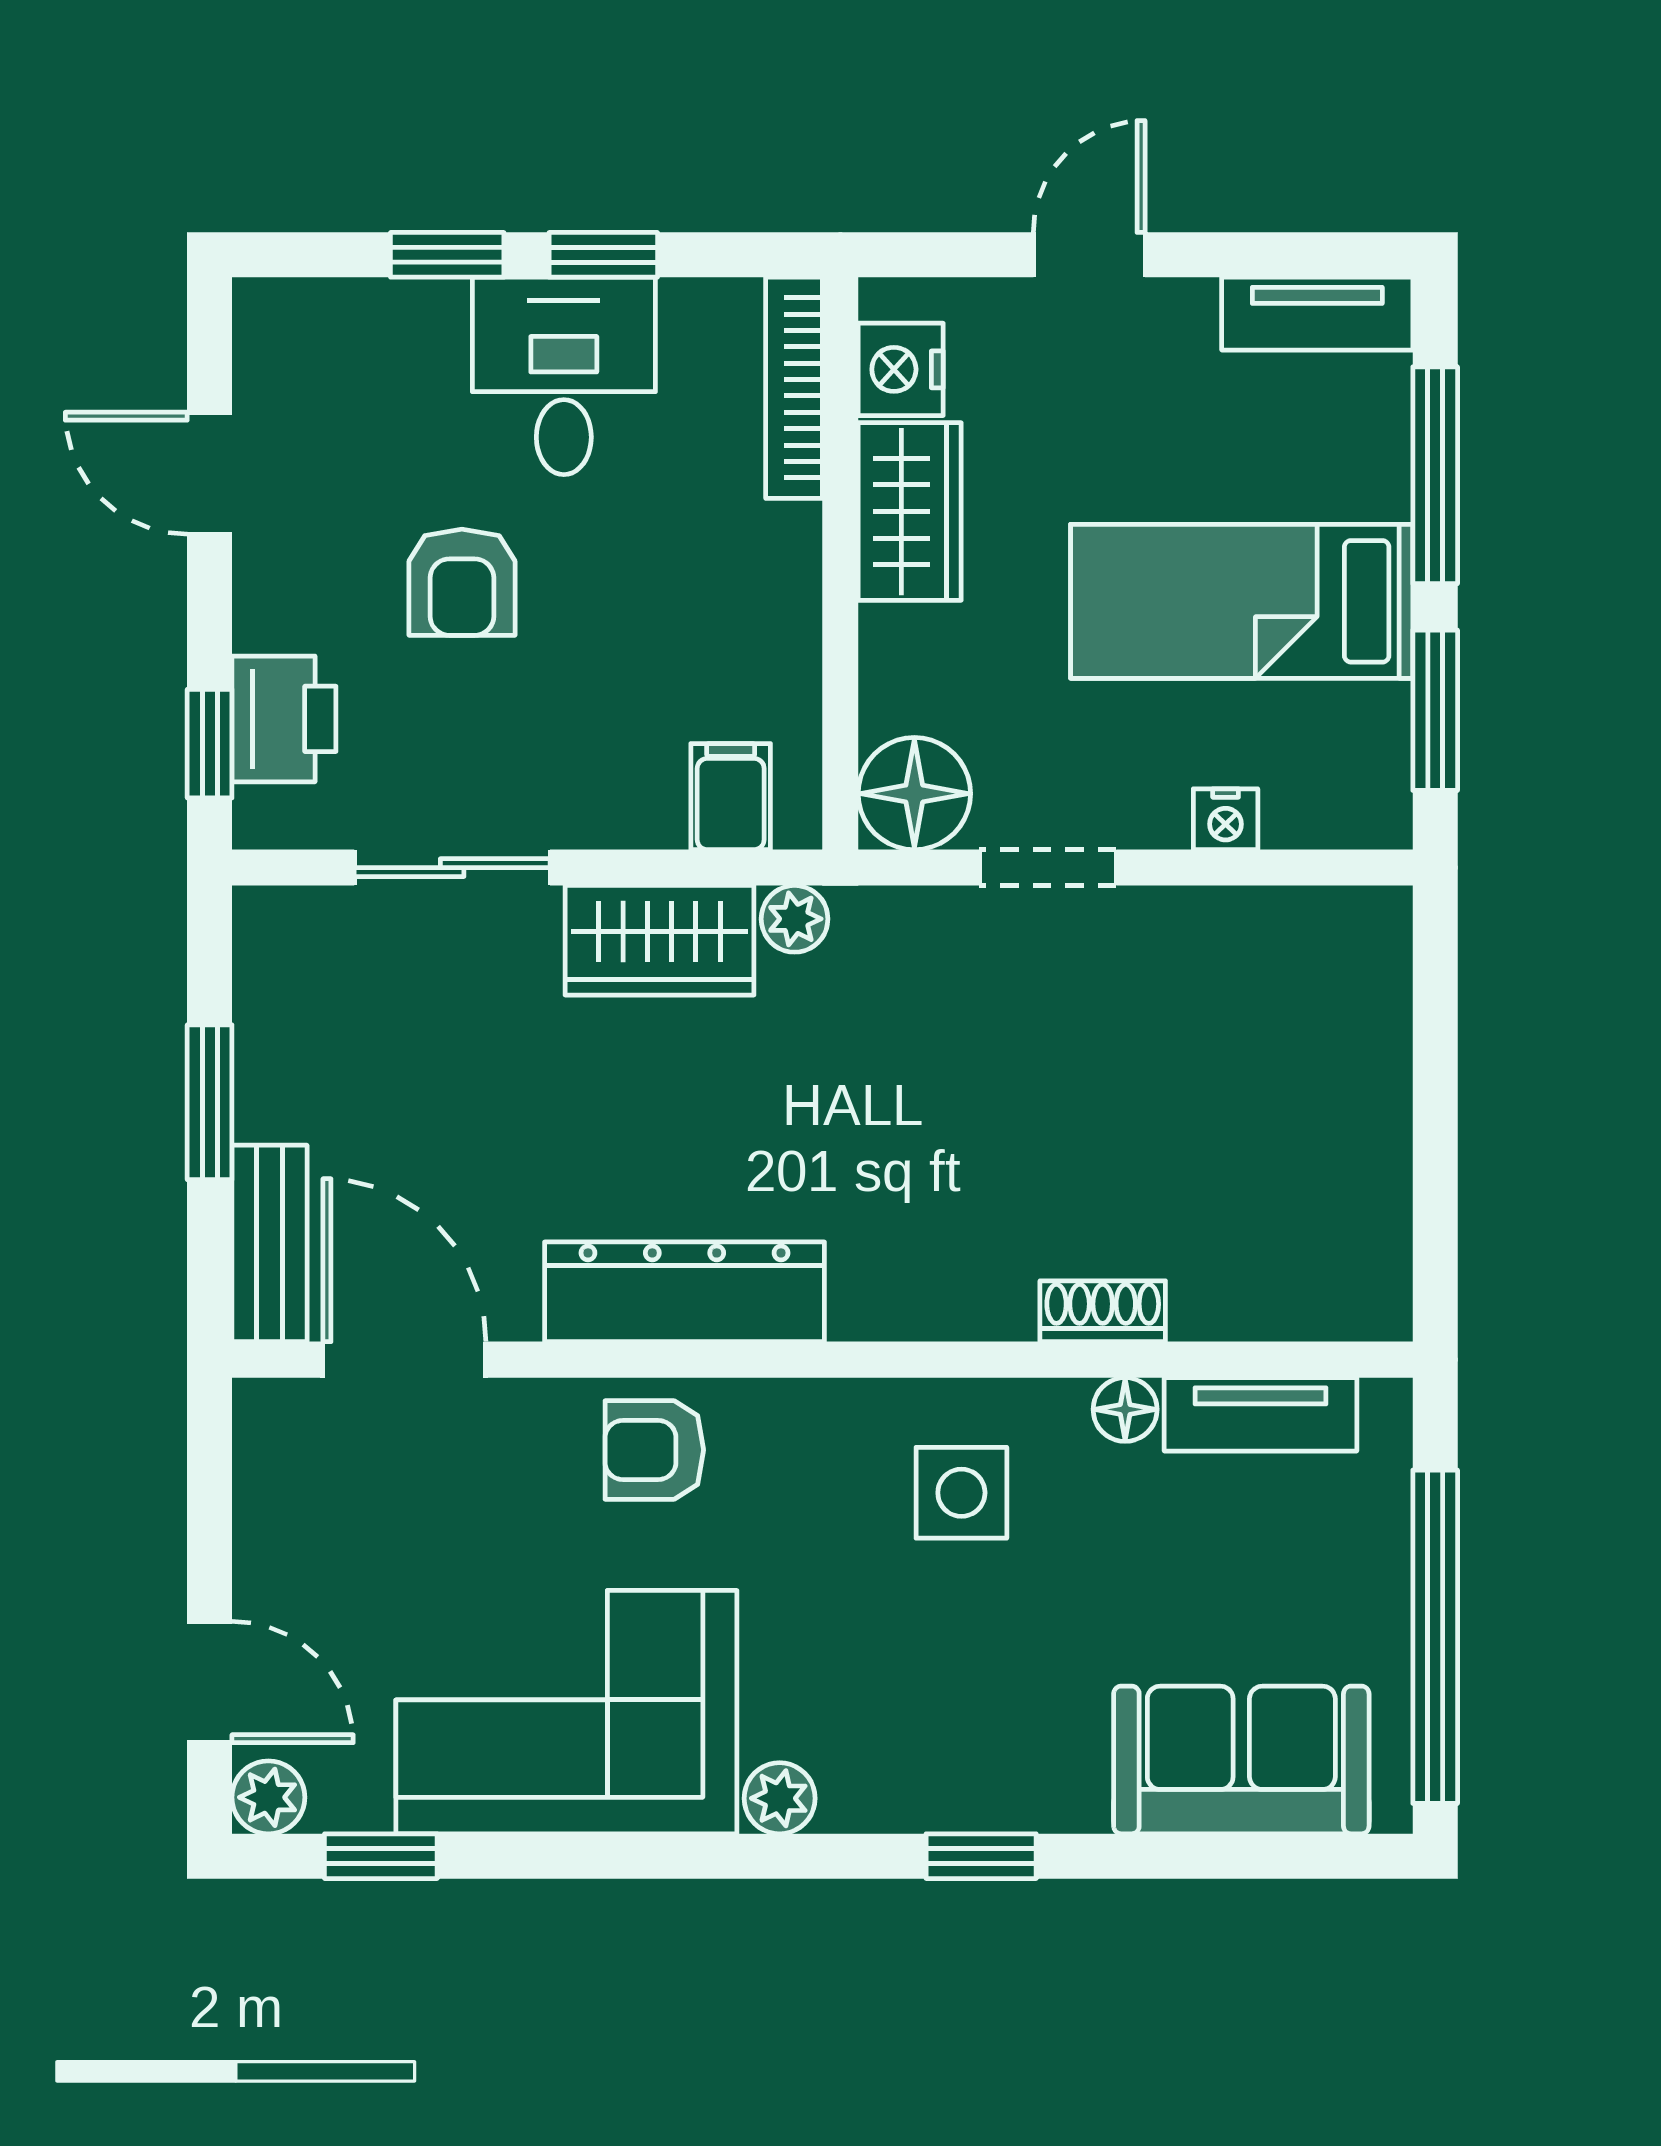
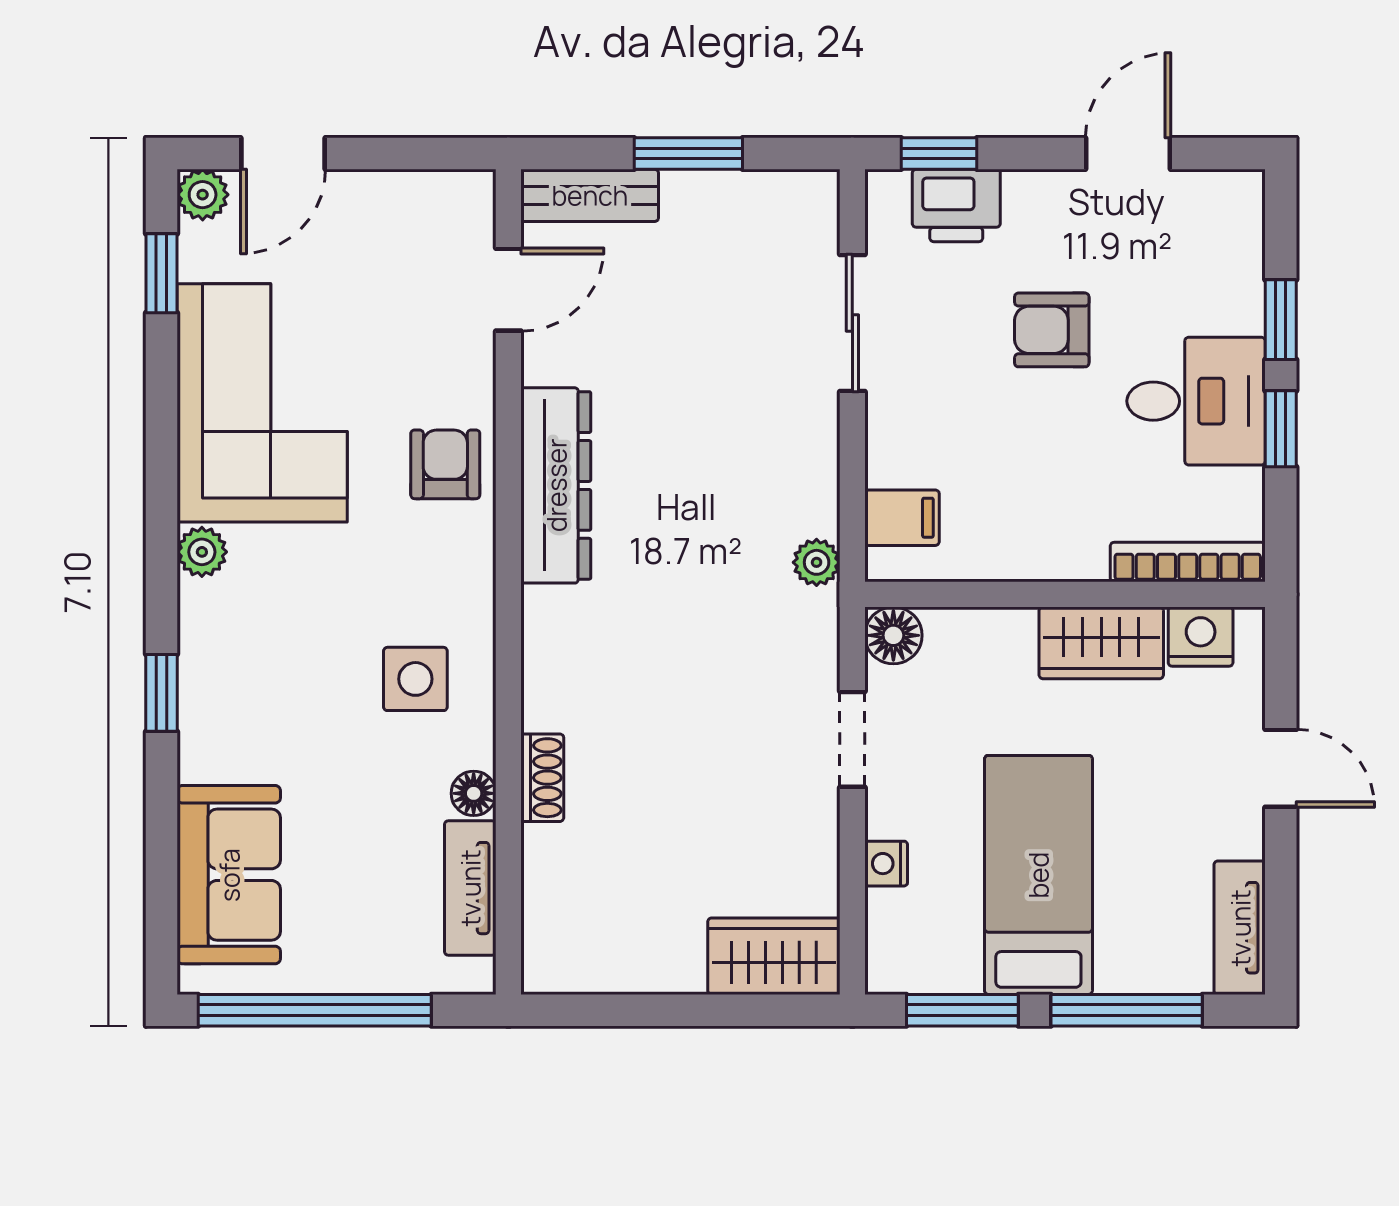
floor lamp: (914, 794) -> (893, 635), width x0.73, depth x0.73
wardrobe: (660, 940) -> (774, 956), moved, turned 90
door: (404, 1360) -> (508, 290), width x0.73

